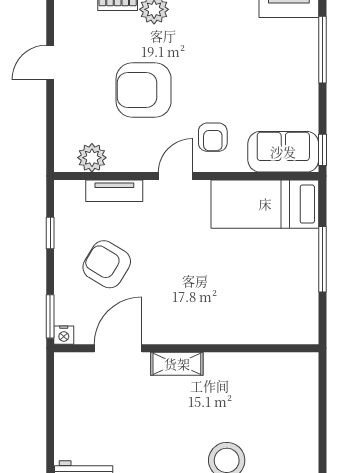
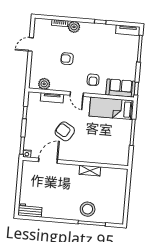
armchair: (144, 90) -> (67, 59), width x0.53, depth x0.53
door: (175, 176) -> (77, 94), swing flipped
armchair: (107, 264) -> (65, 131), moved
shelving: (177, 364) -> (90, 171), moved

